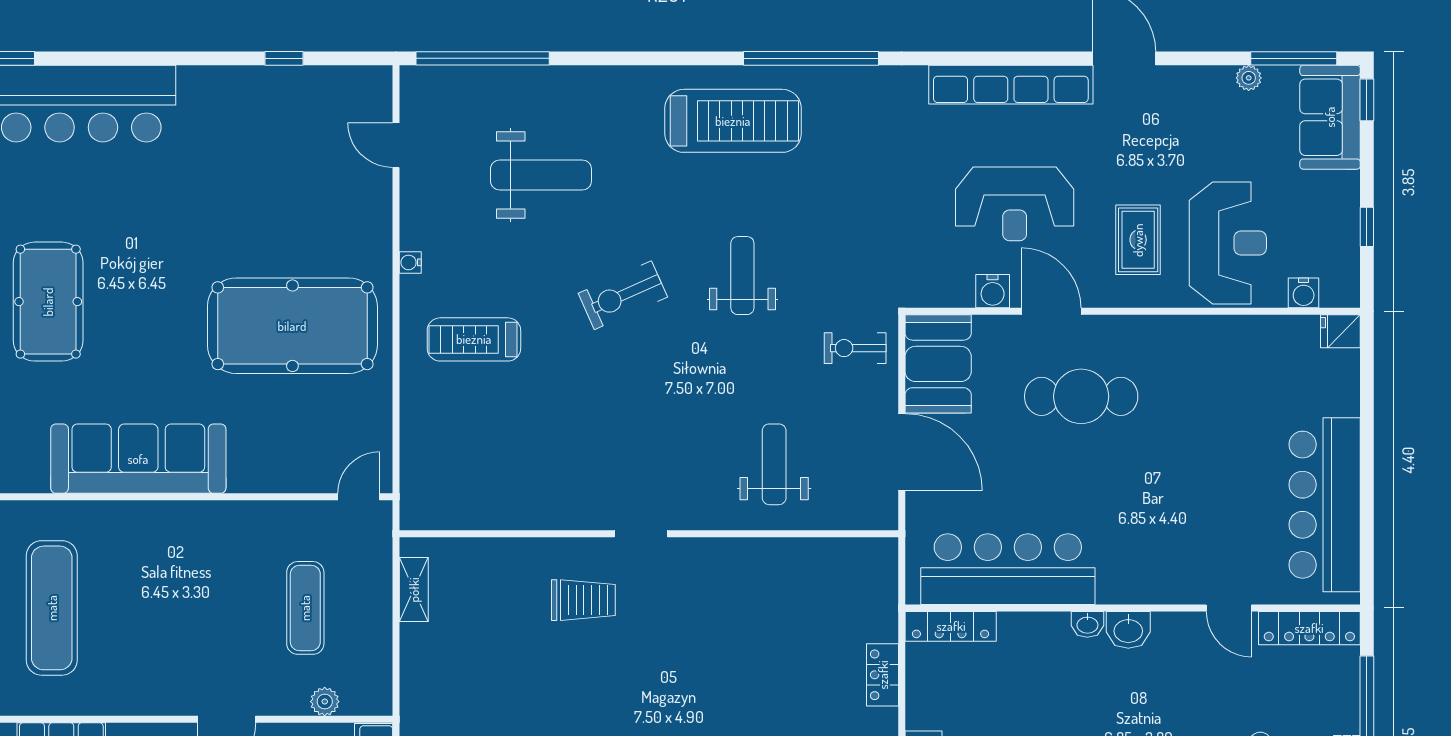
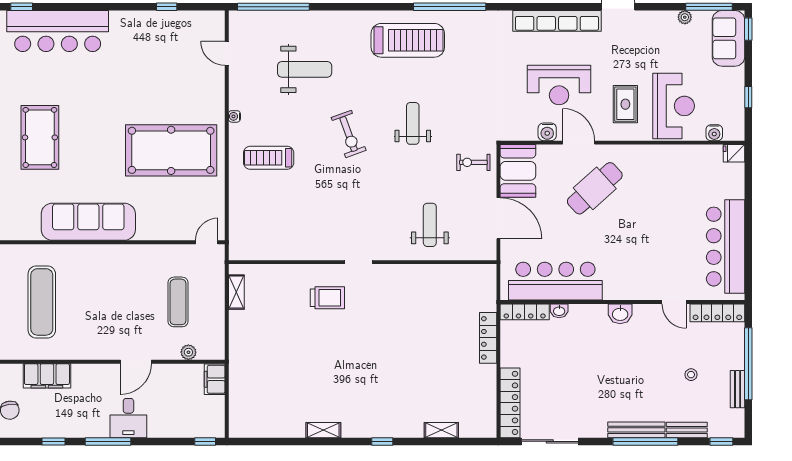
exercise bike: (623, 295) -> (349, 134), turned -86
cafe table: (1081, 396) -> (595, 188), turned -42
washbasin: (1087, 624) -> (559, 311), moved
locker: (883, 675) -> (488, 338), width x1.53

